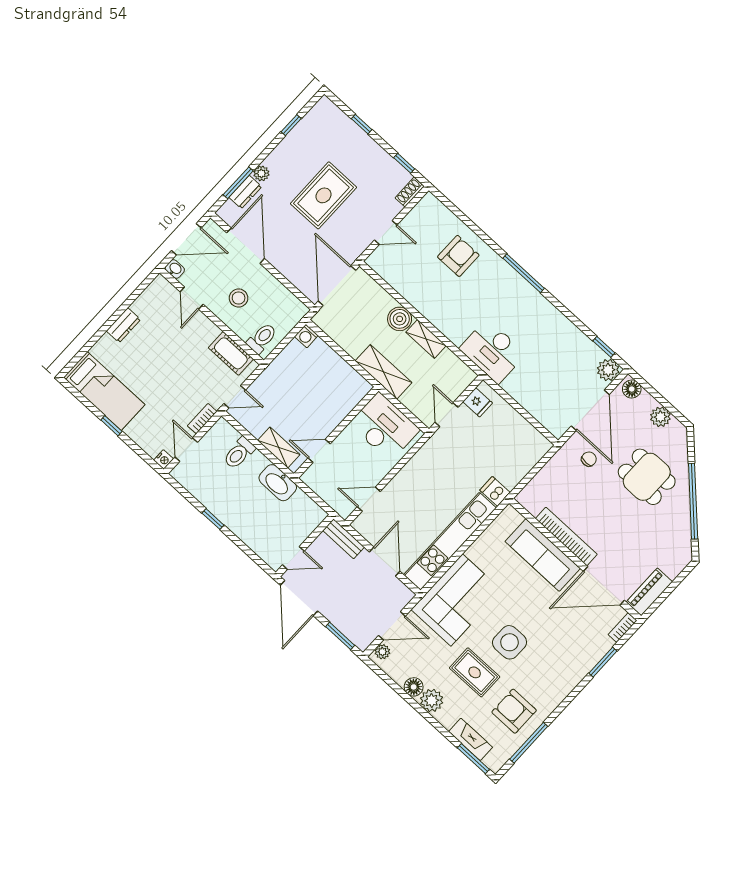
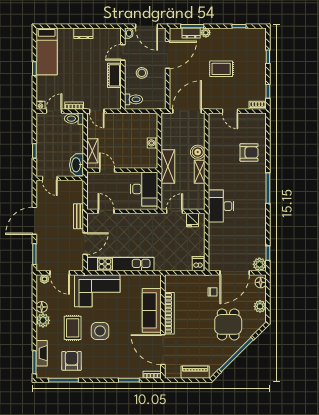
rug: (323, 195) -> (221, 69), width x0.73, depth x0.70
washing machine: (306, 336) -> (152, 143), moved
cot: (231, 353) -> (114, 75), moved
toilet: (239, 453) -> (74, 119), moved
dishwasher: (495, 491) -> (198, 264), moved
wall: (305, 546) -> (60, 178), moved
door: (293, 558) -> (50, 178), moved
piano: (649, 592) -> (195, 372), moved

